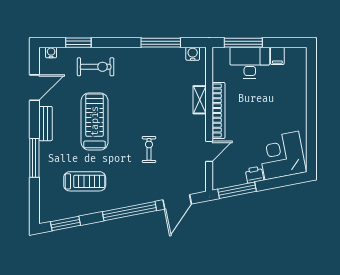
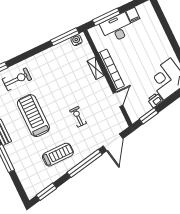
window: (161, 43) -> (65, 37), moved
treadmill: (85, 181) -> (58, 155), moved
window: (237, 190) -> (149, 116), width x0.69

